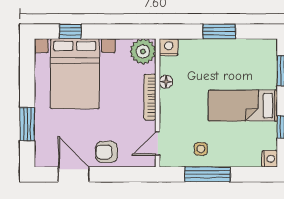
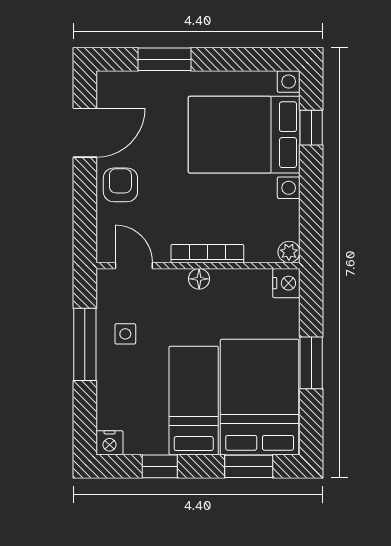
plant: (143, 51) -> (289, 252), width x0.53, depth x0.53
bed: (241, 64) -> (260, 397), added
floor lamp: (166, 82) -> (199, 279), moved

